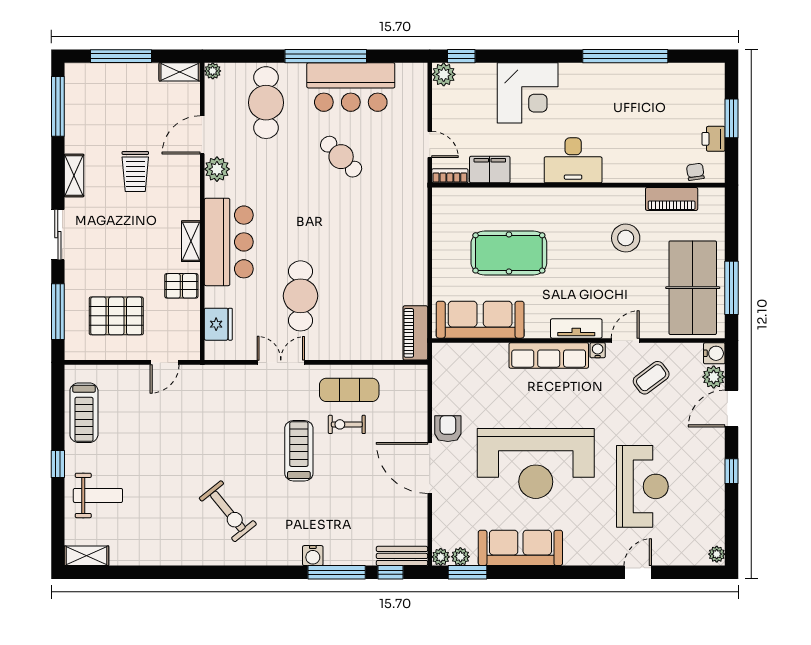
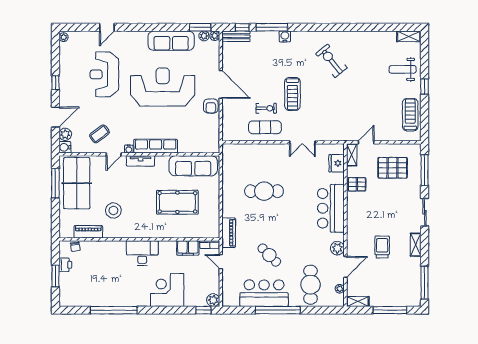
plant: (213, 71) -> (340, 289), moved
shelving: (191, 241) -> (352, 155), moved
cafe table: (301, 296) -> (264, 191), moved, turned 90
piano: (415, 333) -> (229, 233), moved

